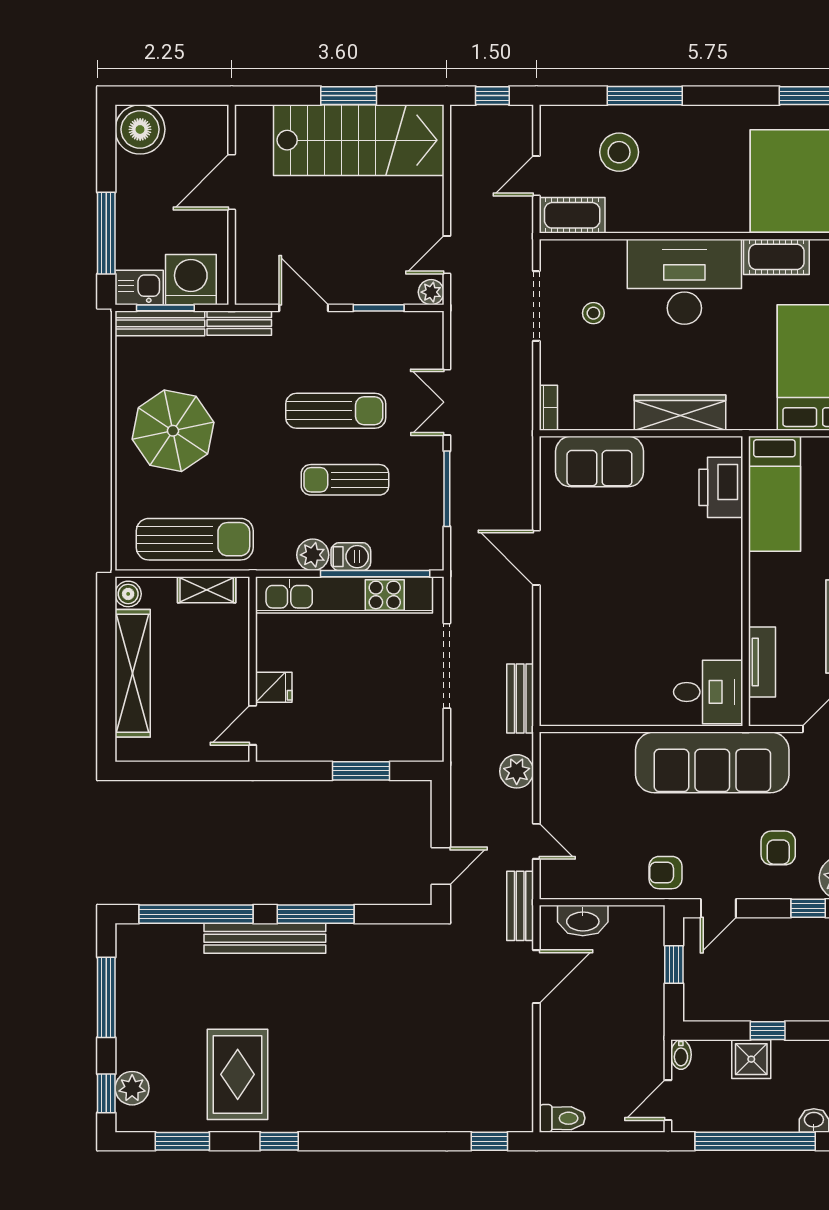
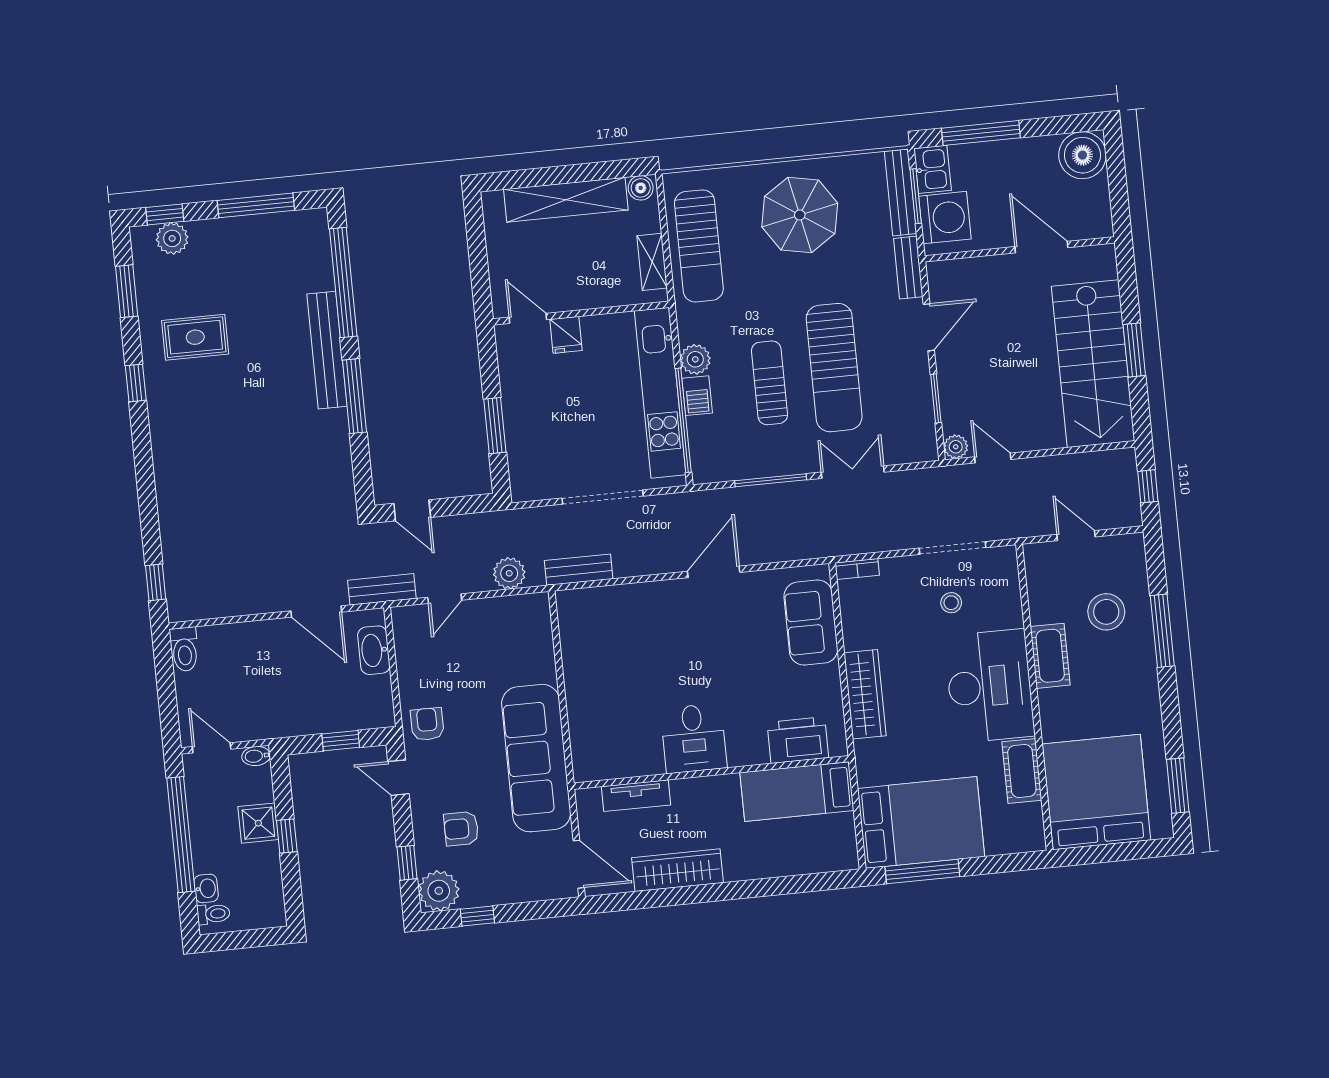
cot: (572, 215) -> (1050, 656), moved
sun lounger: (336, 411) -> (834, 368), width x1.36, depth x1.34
desk: (708, 692) -> (694, 738), moved
rug: (238, 1074) -> (195, 337), width x0.73, depth x0.70

